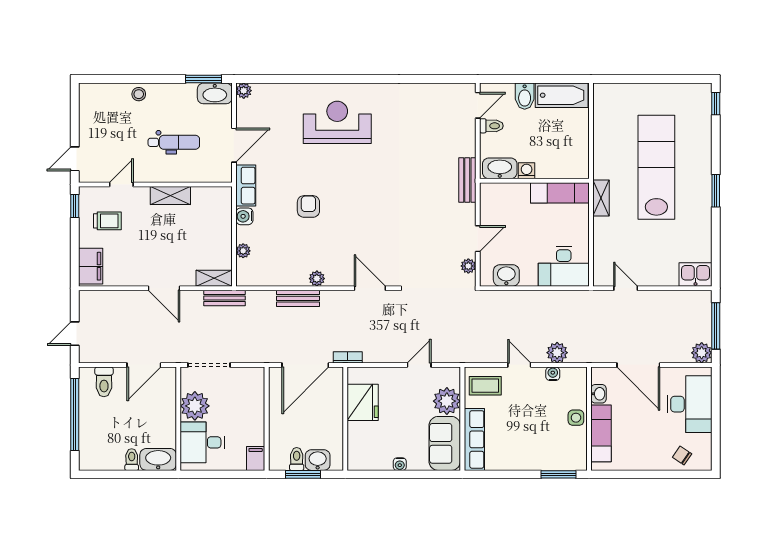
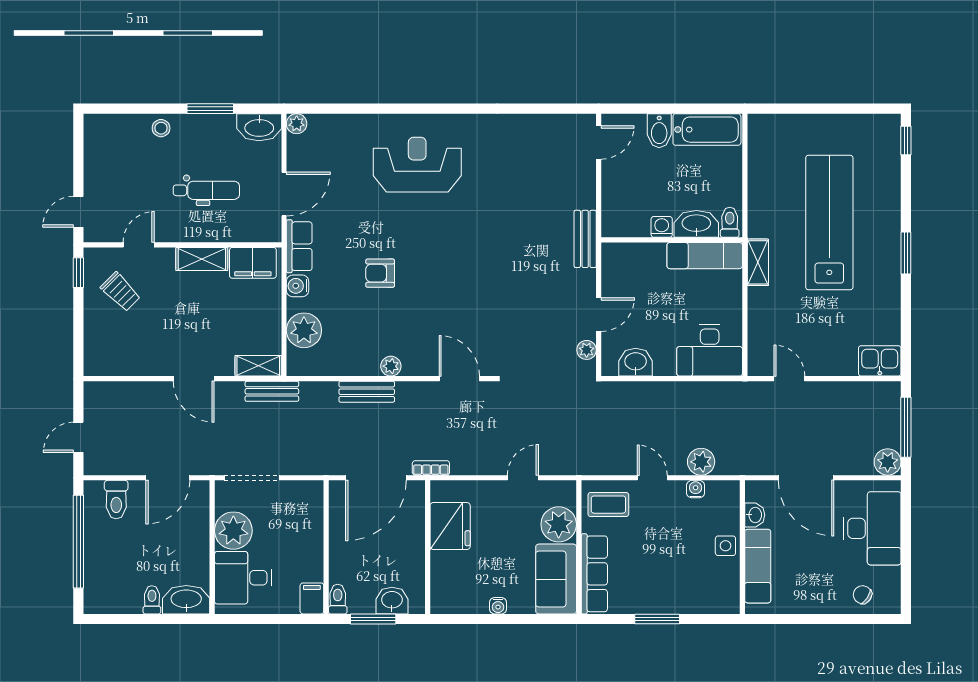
window: (204, 79) -> (210, 109), moved
toilet: (491, 126) -> (730, 222), moved, turned -90
washbasin: (500, 168) -> (696, 224), moved
armchair: (308, 206) -> (380, 273), turned -90
trolley: (107, 221) -> (120, 292), turned 45
plant: (243, 251) -> (304, 330), width x1.87, depth x1.87
filing cabinet: (91, 266) -> (253, 263), moved, turned 90
toilet: (297, 459) -> (338, 599), moved
window: (559, 474) -> (657, 619), moved

